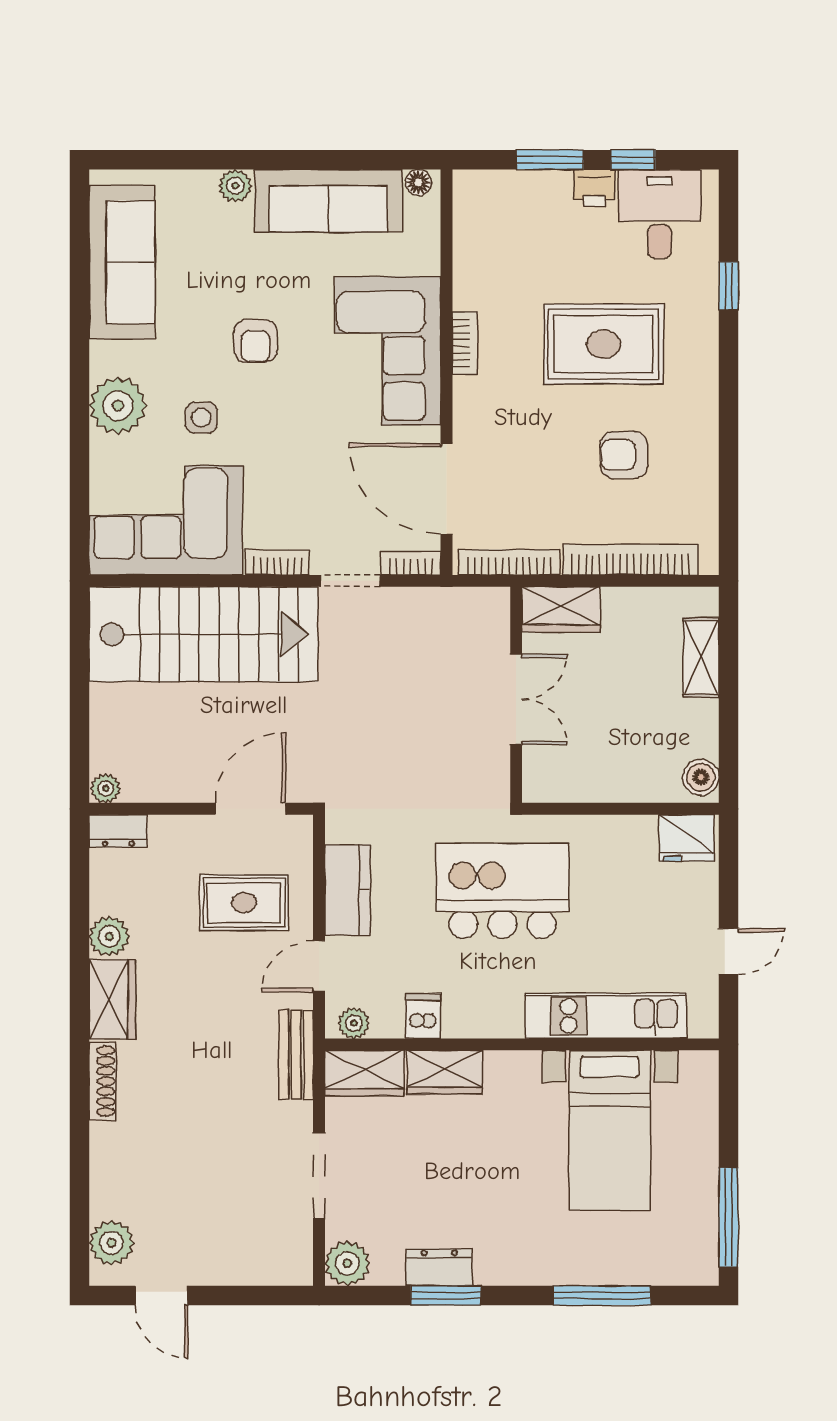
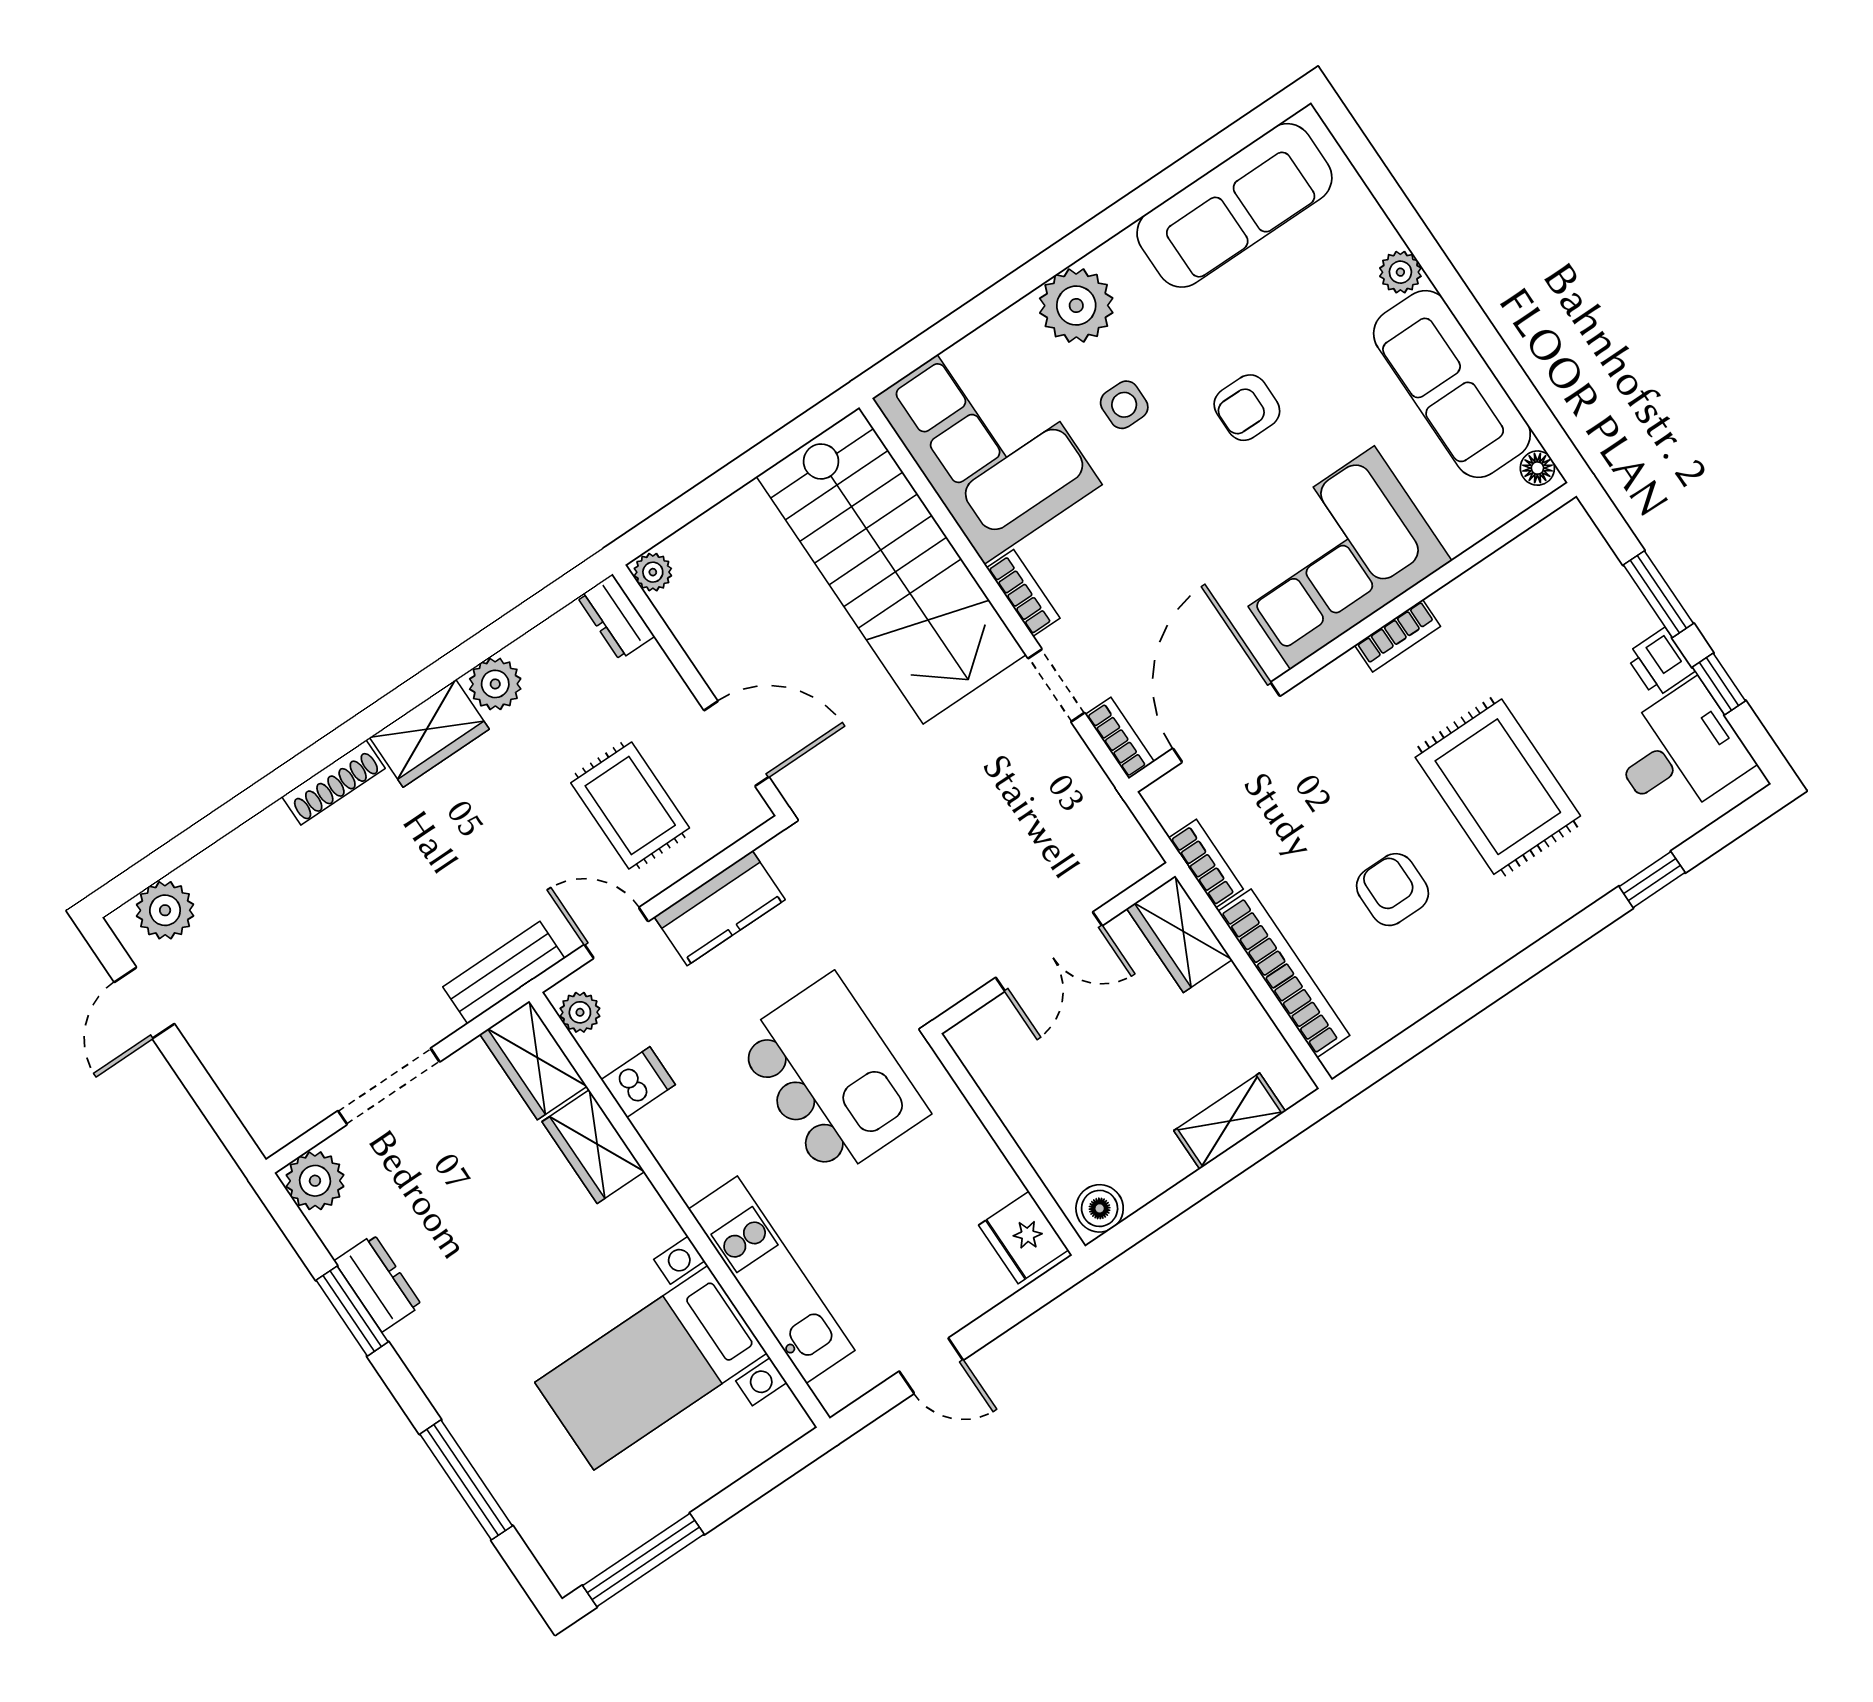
bookcase: (509, 562) -> (1206, 863), width x0.64

